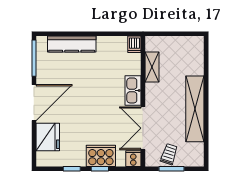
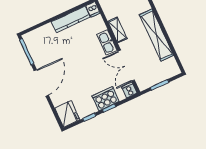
kitchen counter: (72, 44) -> (71, 19), moved
shelving: (152, 67) -> (117, 30), moved
fridge: (48, 137) -> (67, 114), moved
trolley: (169, 154) -> (153, 75), removed

